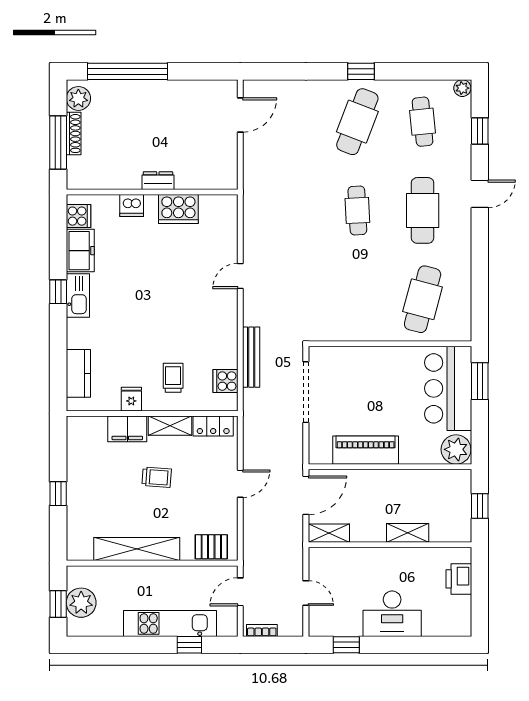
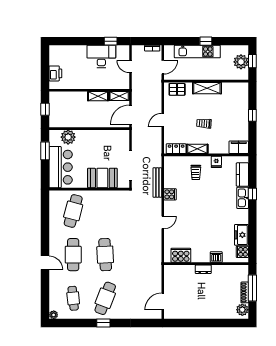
window: (127, 71) -> (218, 323), removed
window: (480, 131) -> (45, 294), removed
door: (480, 194) -> (45, 263), swing flipped
cooker: (178, 209) -> (181, 255), moved
cafe table: (357, 210) -> (105, 255), width x1.37, depth x1.35
window: (58, 292) -> (252, 194), moved
kitchen sink: (78, 295) -> (243, 198), moved
booth: (363, 366) -> (102, 178), added
cooker: (225, 381) -> (170, 194), moved
window: (480, 381) -> (45, 151), moved
filing cabinet: (127, 429) -> (239, 147), moved
plant: (456, 449) -> (68, 137), moved
piano: (366, 450) -> (101, 137), removed
shelving: (408, 533) -> (98, 96), moved
shelving: (137, 549) -> (207, 88), width x0.68
desk: (392, 614) -> (101, 56), moved
window: (189, 645) -> (206, 41), moved

